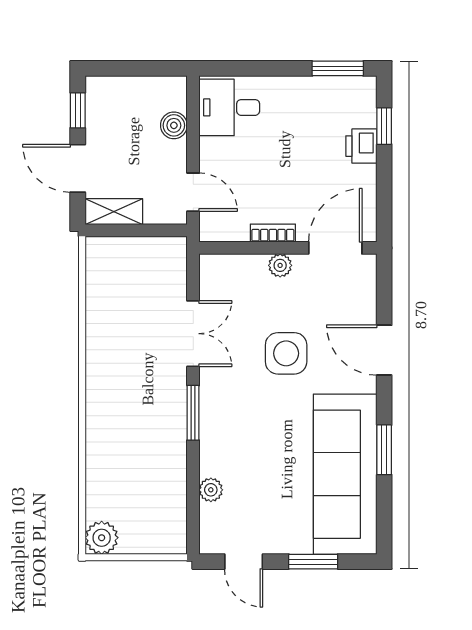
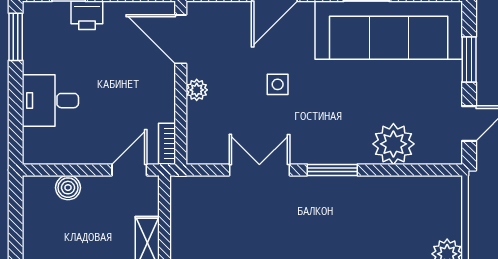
desk: (229, 107) -> (50, 101), moved, turned 90
bookcase: (273, 233) -> (167, 144), moved
side table: (286, 353) -> (278, 84), width x0.54, depth x0.54
plant: (211, 490) -> (393, 144), width x1.88, depth x1.88

